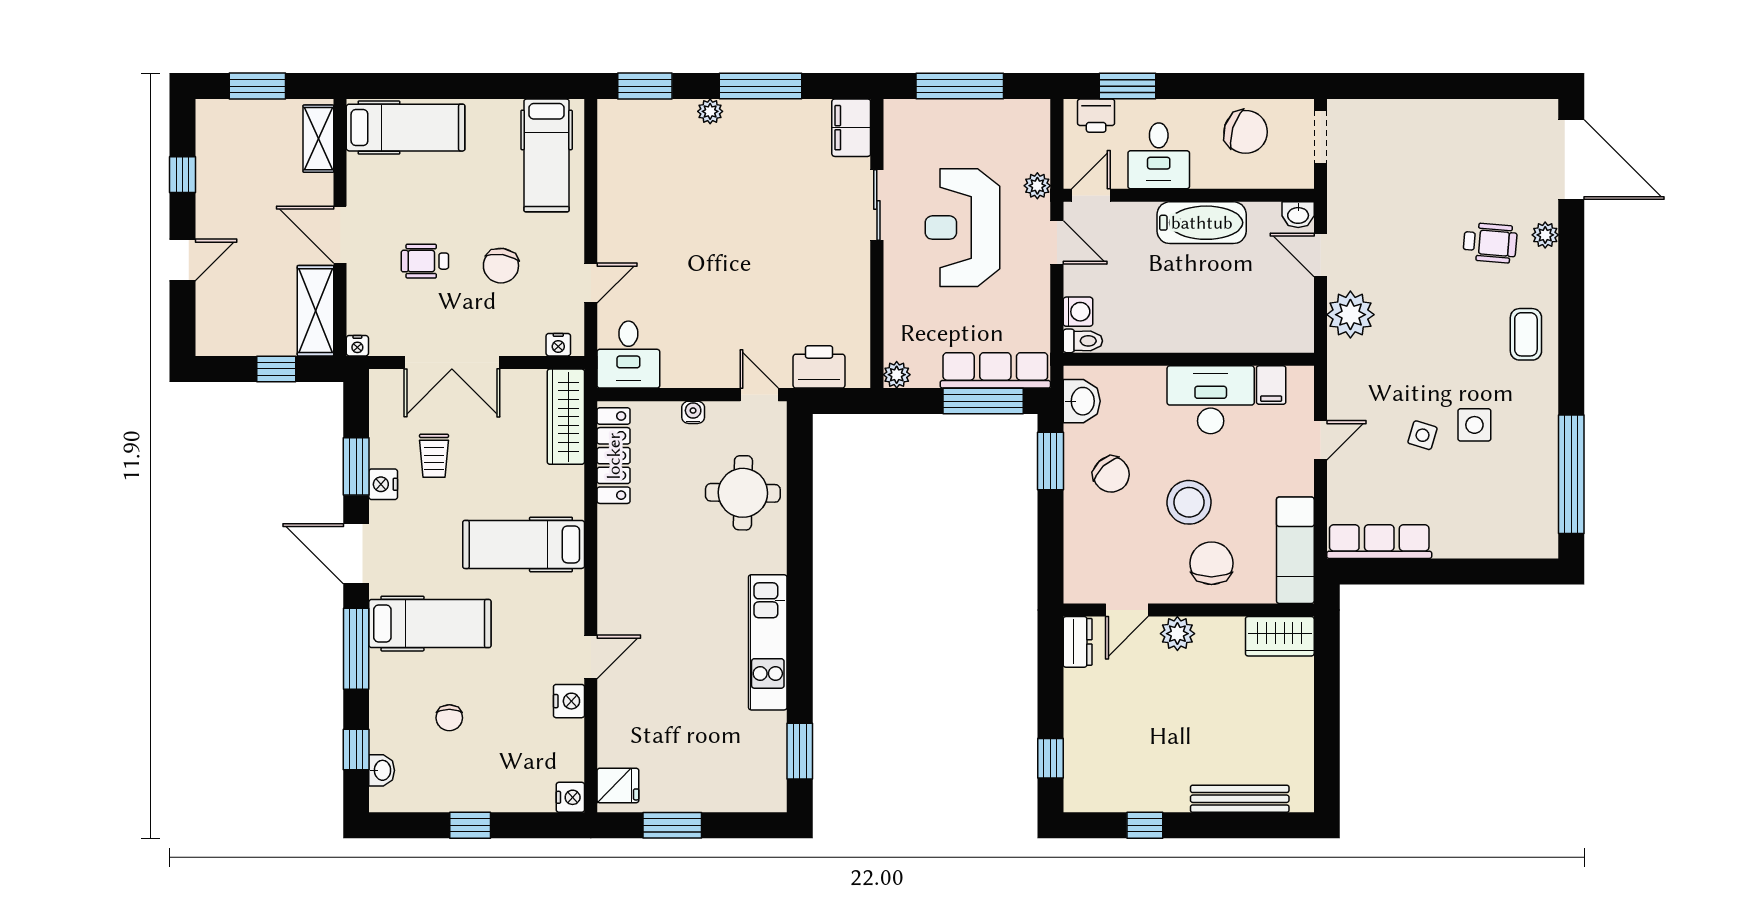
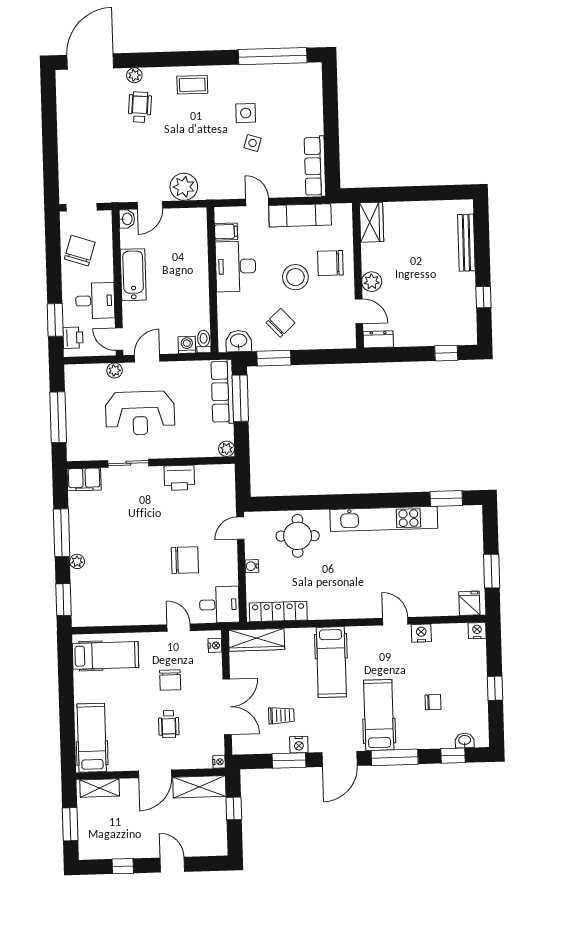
chair: (501, 266) -> (170, 680), turned 81
chair: (707, 297) -> (185, 560), added
printer: (819, 367) -> (179, 478), moved, turned -90
exam couch: (1295, 550) -> (300, 215), moved
kitchen unit: (768, 642) -> (384, 519), width x1.36

